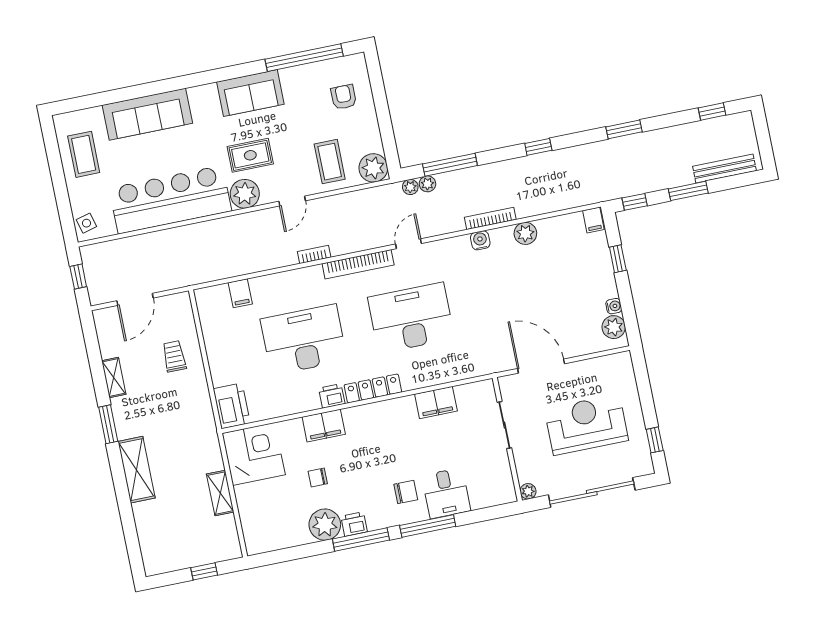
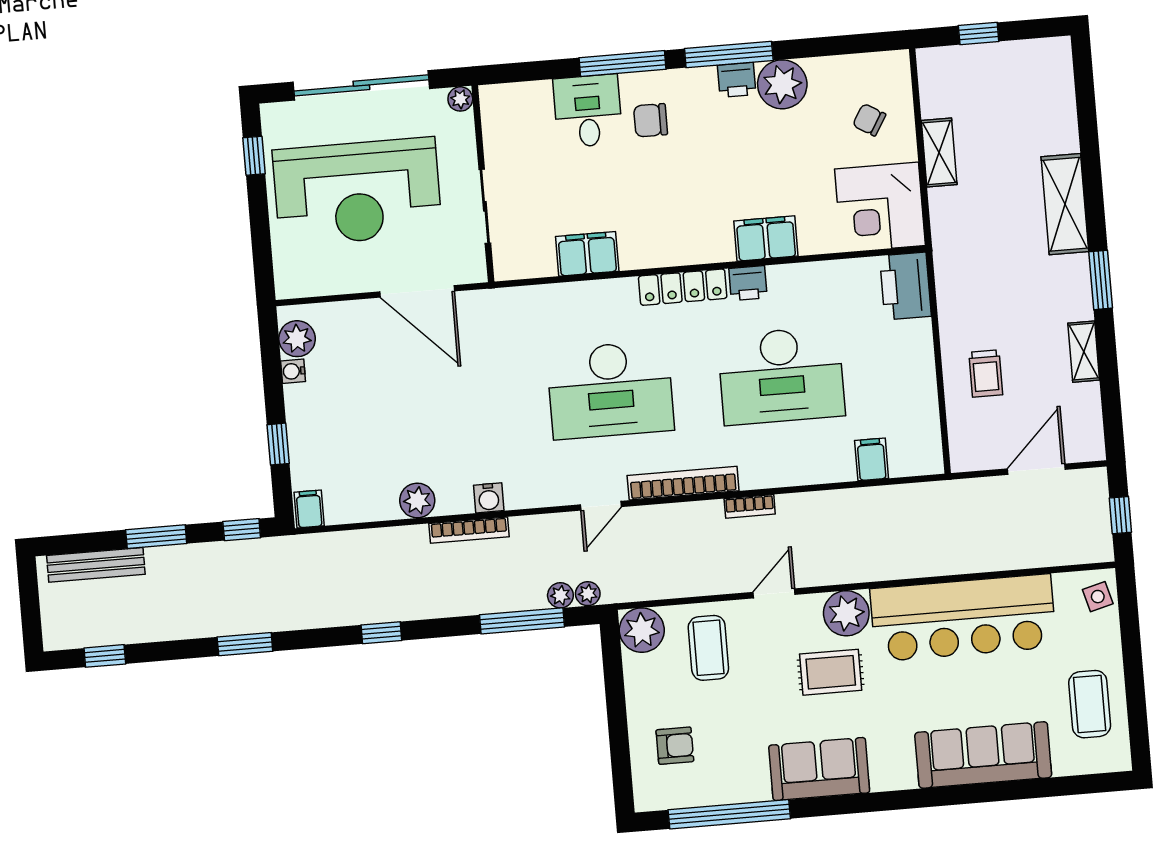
armchair: (344, 97) -> (675, 746), turned -90
reception desk: (586, 425) -> (357, 192), width x1.36, depth x1.30
chair: (318, 478) -> (869, 120), moved, turned -149

